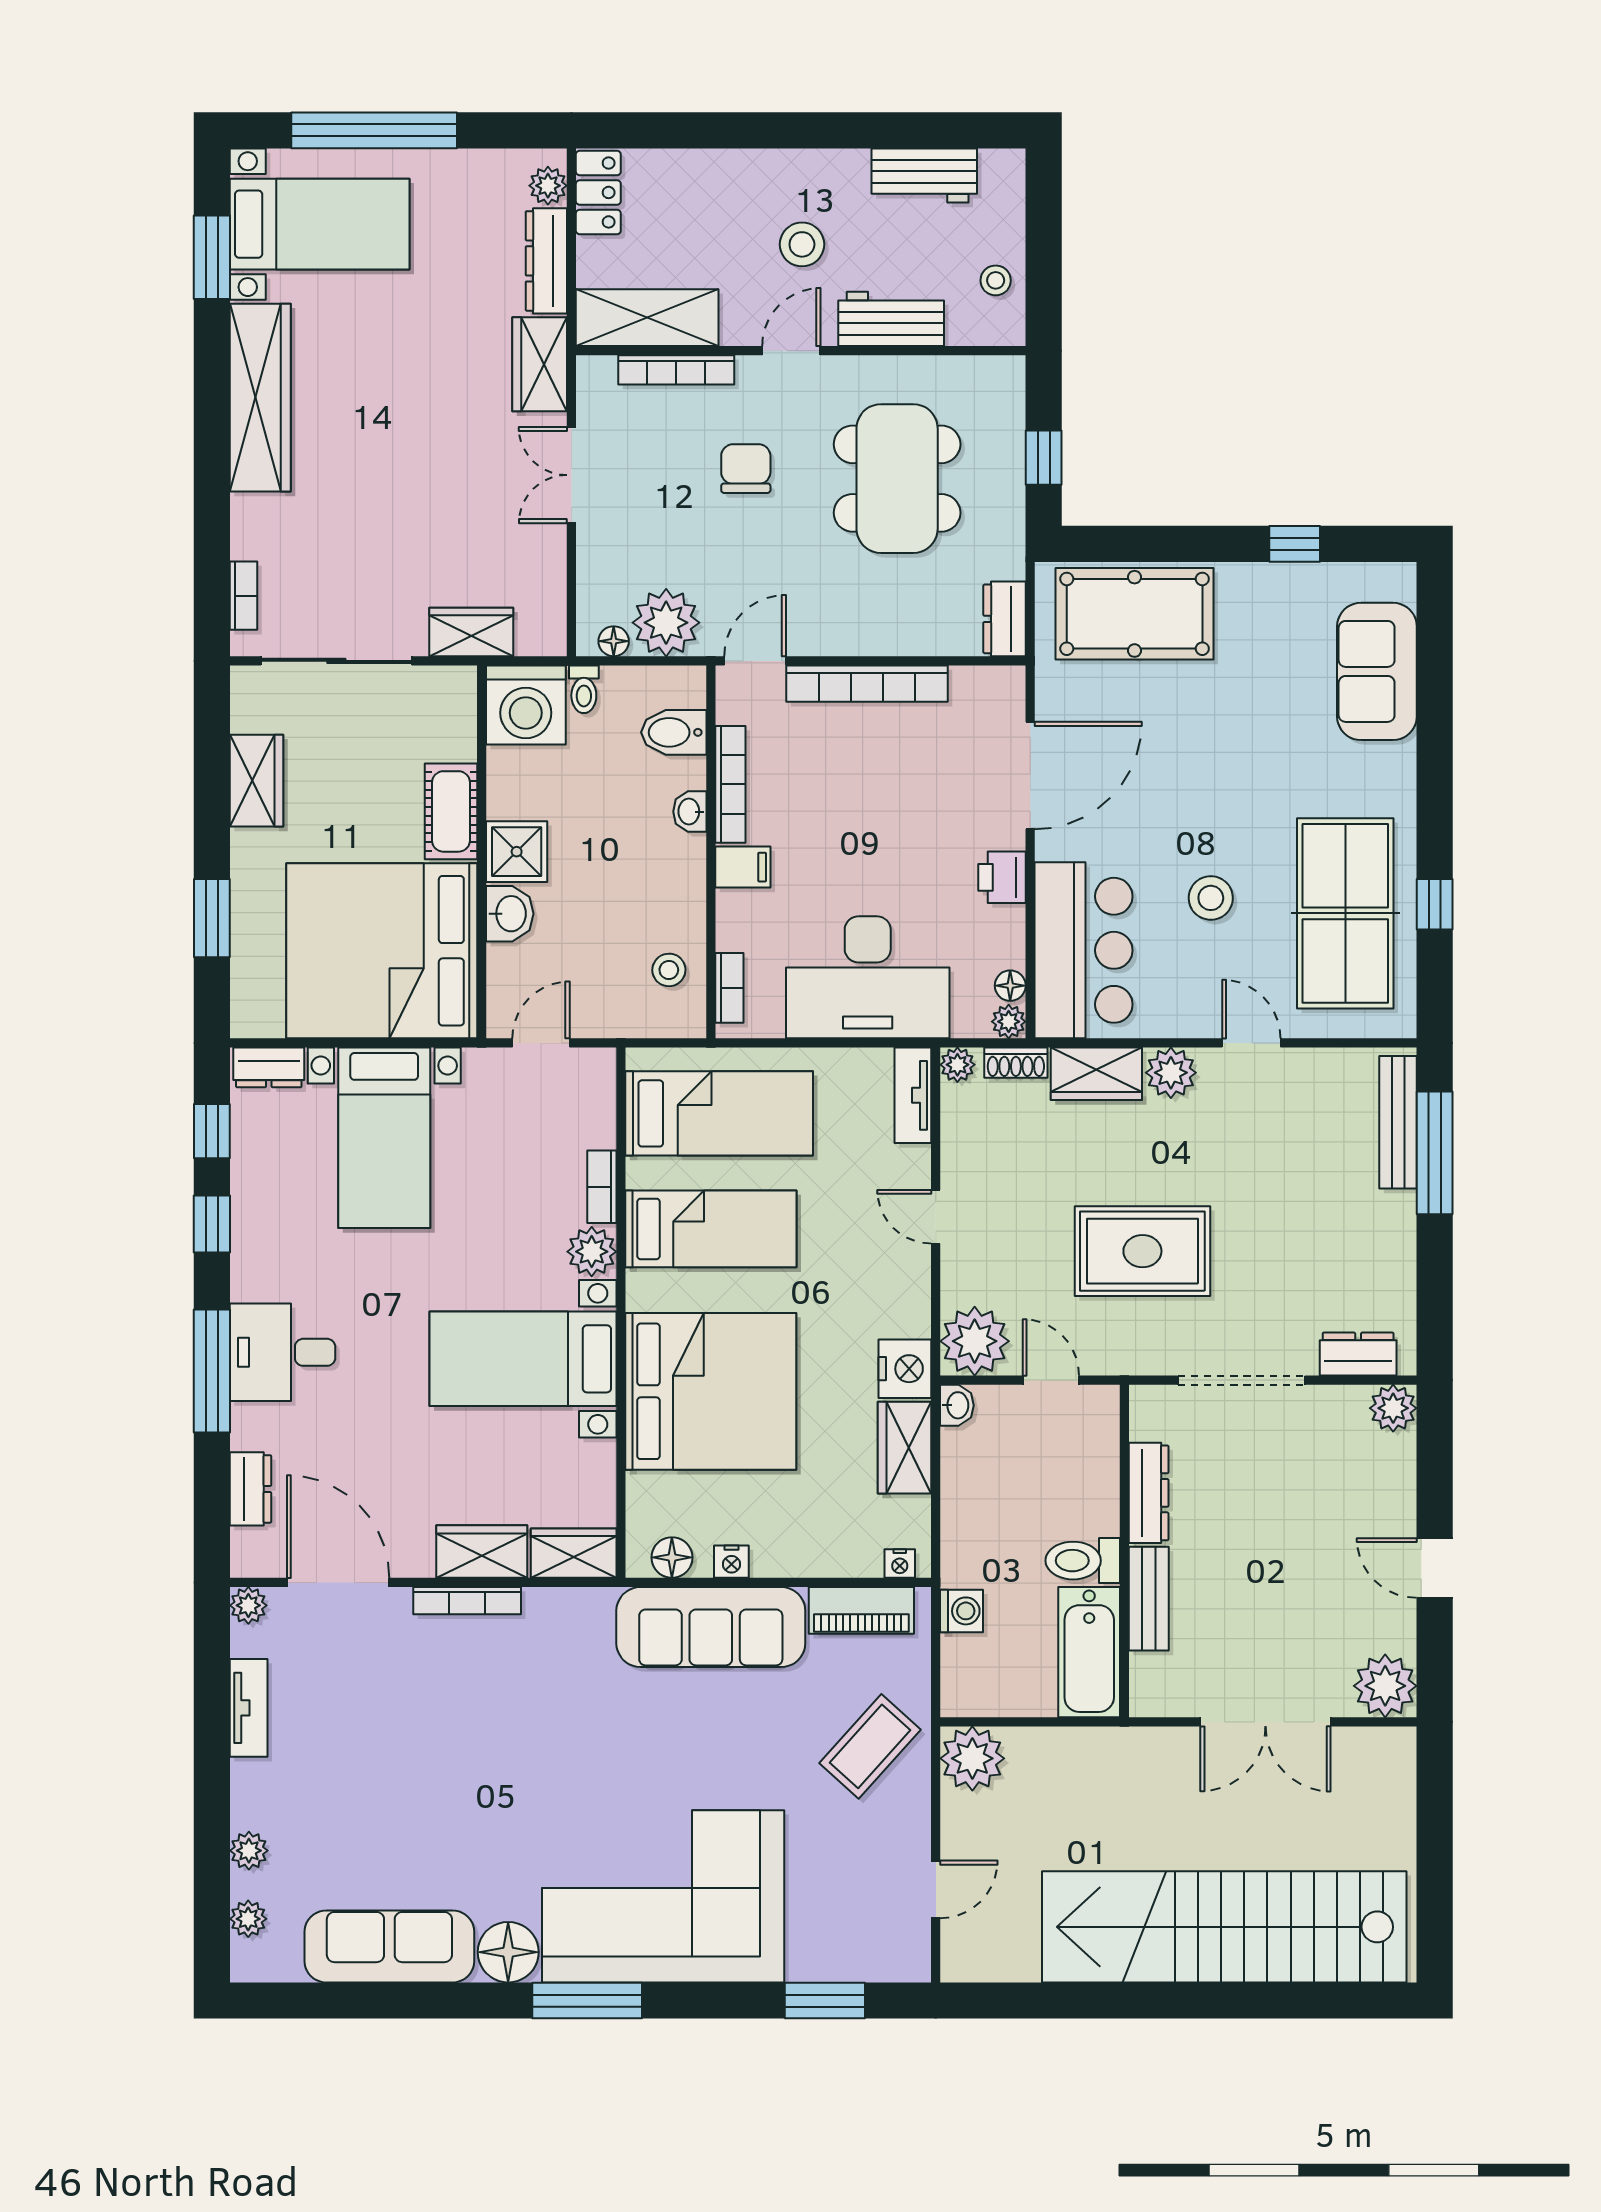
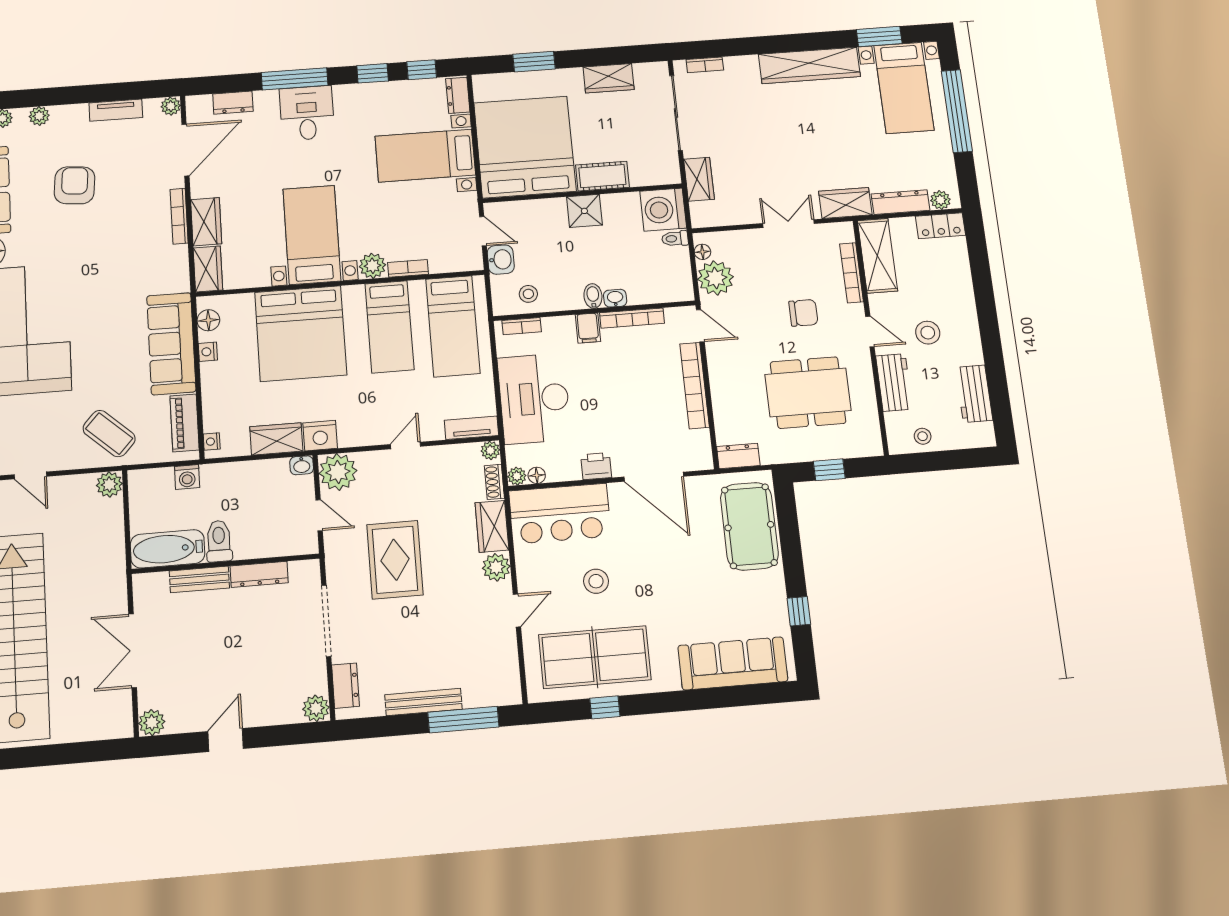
sofa: (1377, 671) -> (733, 663), width x1.36
bidet: (674, 732) -> (593, 296), moved, width x0.72, depth x0.74
washbasin: (510, 914) -> (501, 260), moved, turned -90
bench: (1398, 1122) -> (423, 702), moved
door: (1051, 1380) -> (319, 515), hinge flipped
plant: (1385, 1686) -> (152, 723), width x0.73, depth x0.73
plant: (972, 1758) -> (109, 484), width x0.73, depth x0.73
armchair: (391, 1790) -> (75, 185), added

